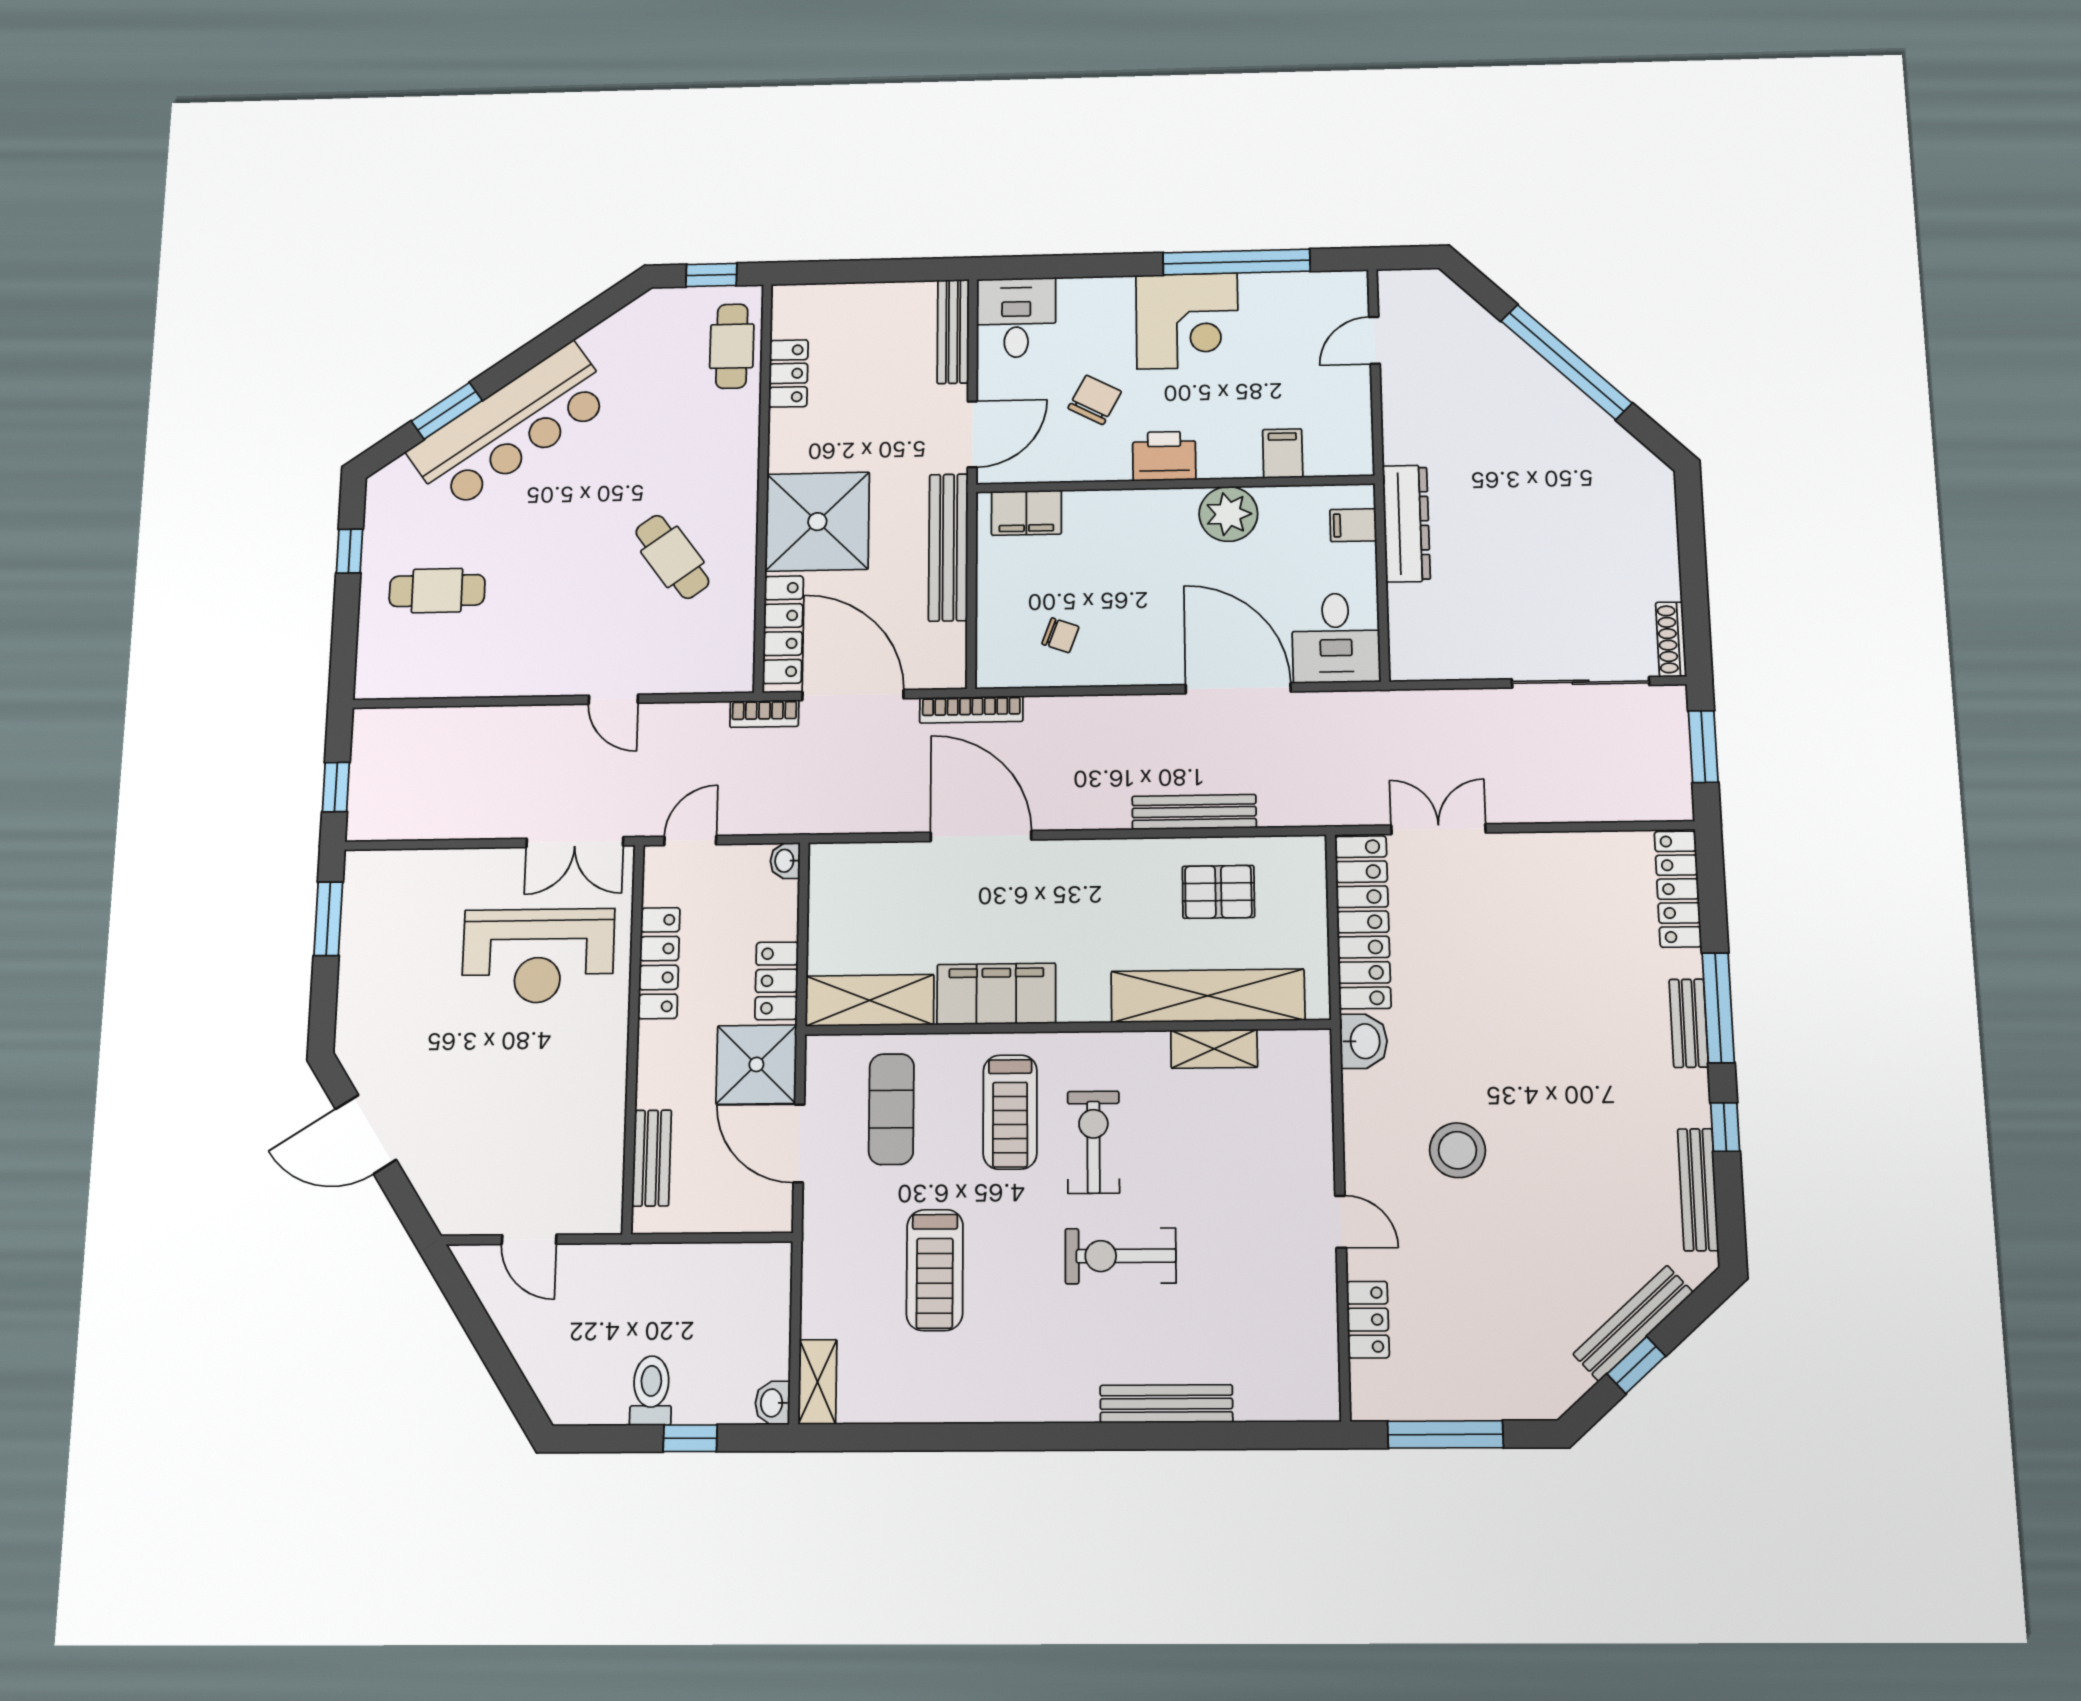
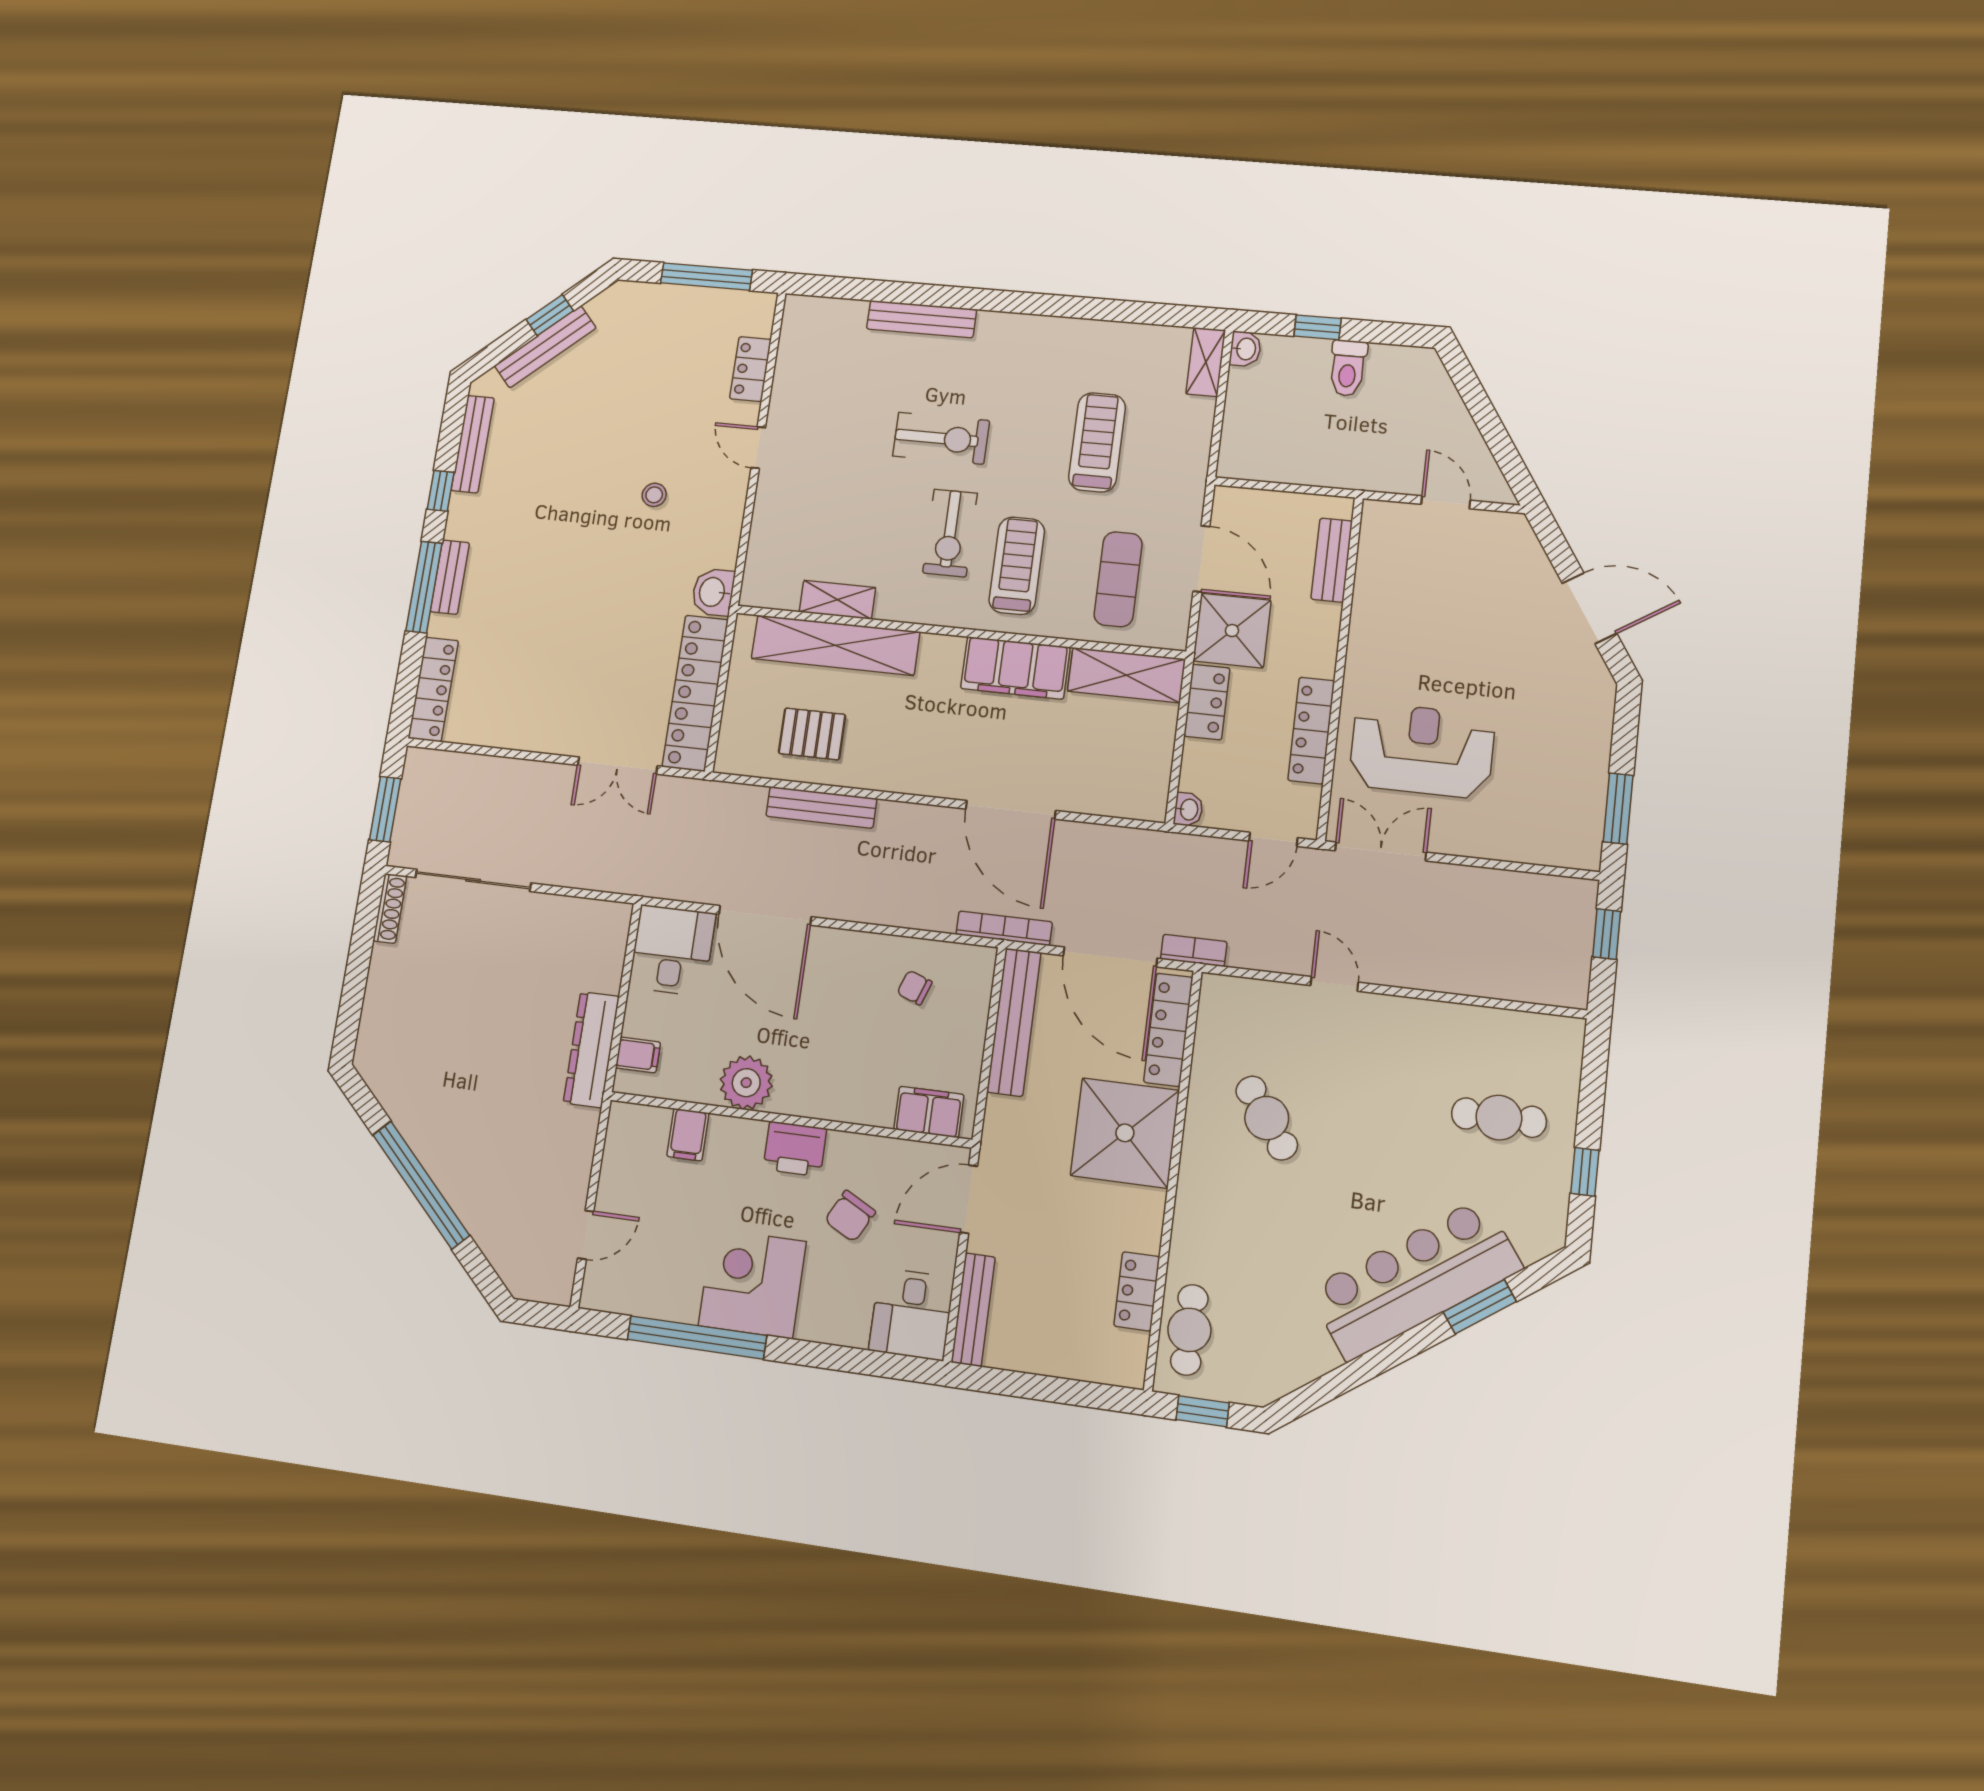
bench: (948, 547) -> (1014, 1022), moved
stool: (1457, 1150) -> (654, 495), width x0.53, depth x0.53

